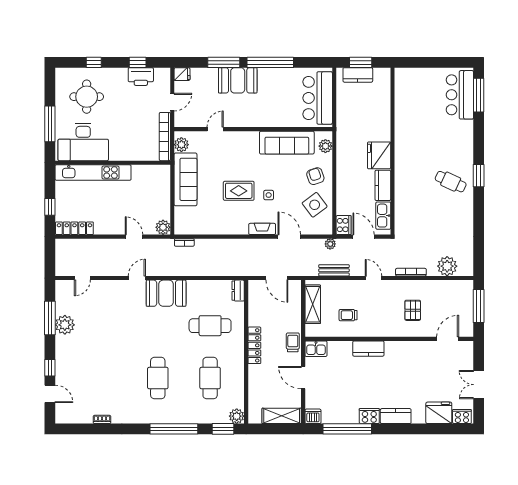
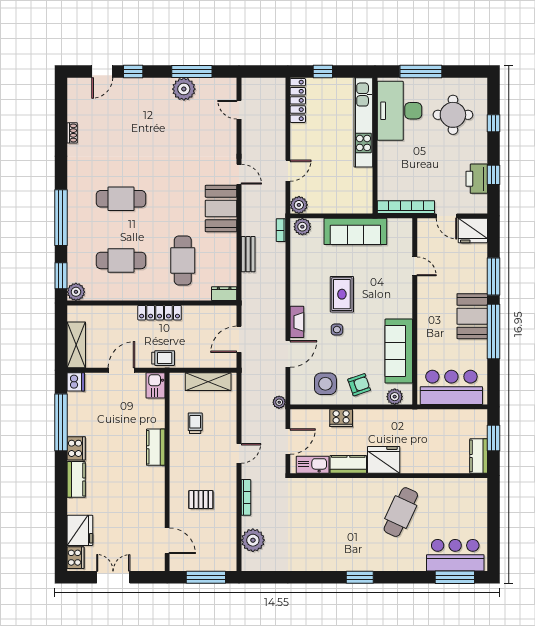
fridge: (182, 74) -> (473, 230), width x1.88, depth x1.34
kitchen counter: (358, 75) -> (479, 456), moved
booth: (238, 80) -> (472, 316), moved
plant: (181, 145) -> (302, 227), moved
cafe table: (451, 182) -> (401, 512), moved, width x1.37, depth x1.35
side table: (315, 205) -> (325, 384), turned 37
cooker: (344, 225) -> (341, 418), moved
bench: (334, 270) -> (248, 254), moved

